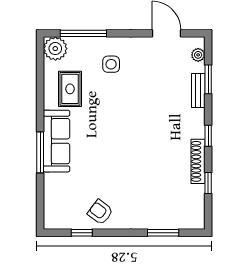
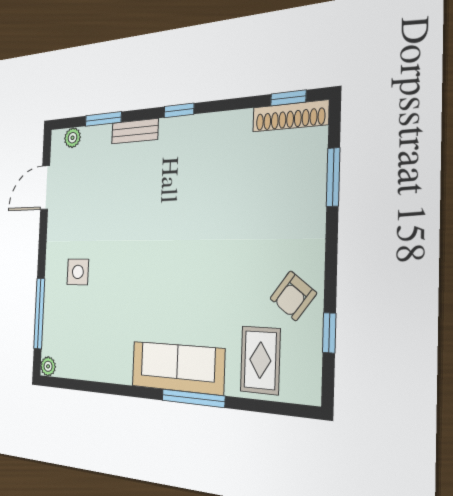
plant: (55, 49) -> (48, 366), width x0.53, depth x0.53
rug: (70, 89) -> (260, 360), moved, turned 90
bench: (198, 90) -> (135, 131), moved
shoe rack: (198, 161) -> (290, 116), moved
window: (208, 183) -> (288, 98), moved

